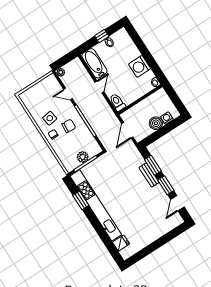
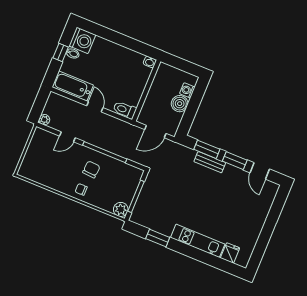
washing machine: (140, 66) -> (82, 40), moved, turned -90
side table: (50, 118) -> (66, 175), removed
door: (127, 130) -> (155, 132), hinge flipped
plant: (83, 157) -> (121, 209), moved
kitchen unit: (96, 205) -> (198, 241), width x0.54

